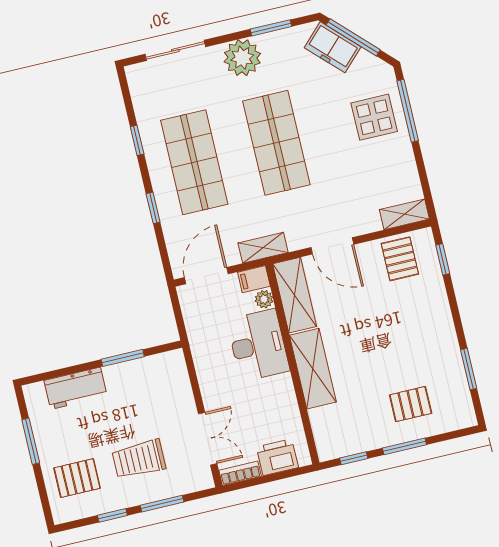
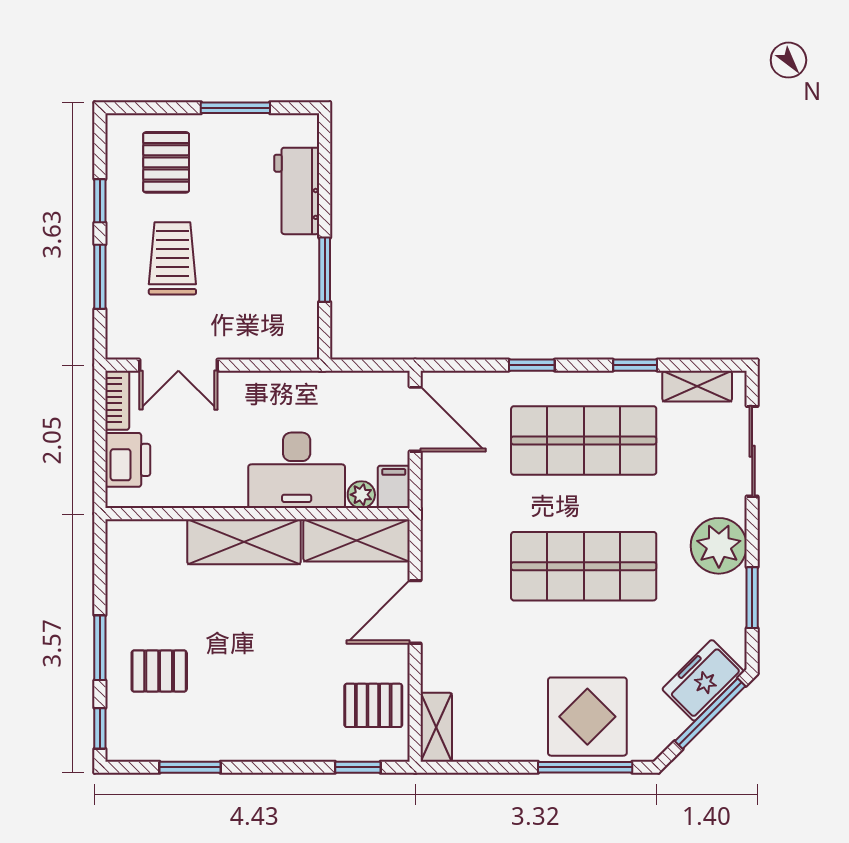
display table: (374, 117) -> (587, 717), width x1.36, depth x1.36
shelving: (263, 248) -> (697, 386), moved, turned 90
pallet: (411, 404) -> (159, 671), turned 90
window: (354, 458) -> (100, 728), moved

